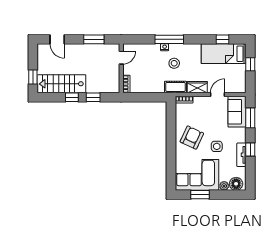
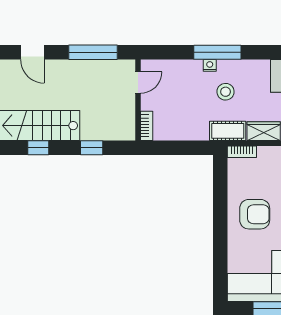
window: (94, 39) -> (93, 52), width x1.44
window: (72, 97) -> (38, 148), moved
armchair: (192, 138) -> (255, 214), turned 65

